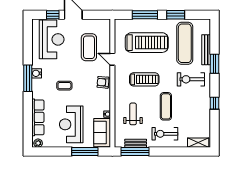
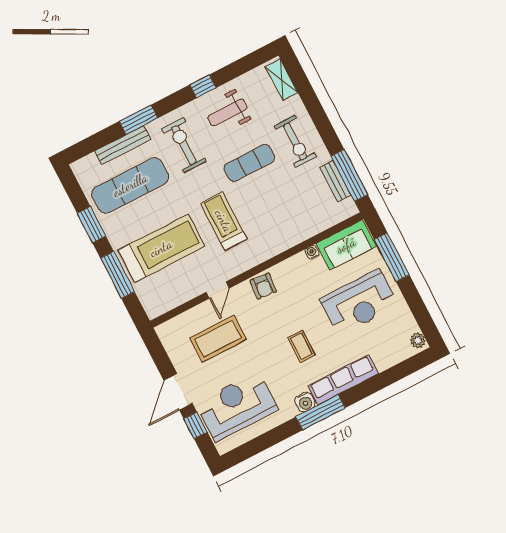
treadmill: (147, 43) -> (161, 248), turned 90
exercise bike: (191, 79) -> (184, 145), turned 180
weight bench: (133, 114) -> (227, 112), moved
row of seats: (38, 117) -> (343, 380), moved

